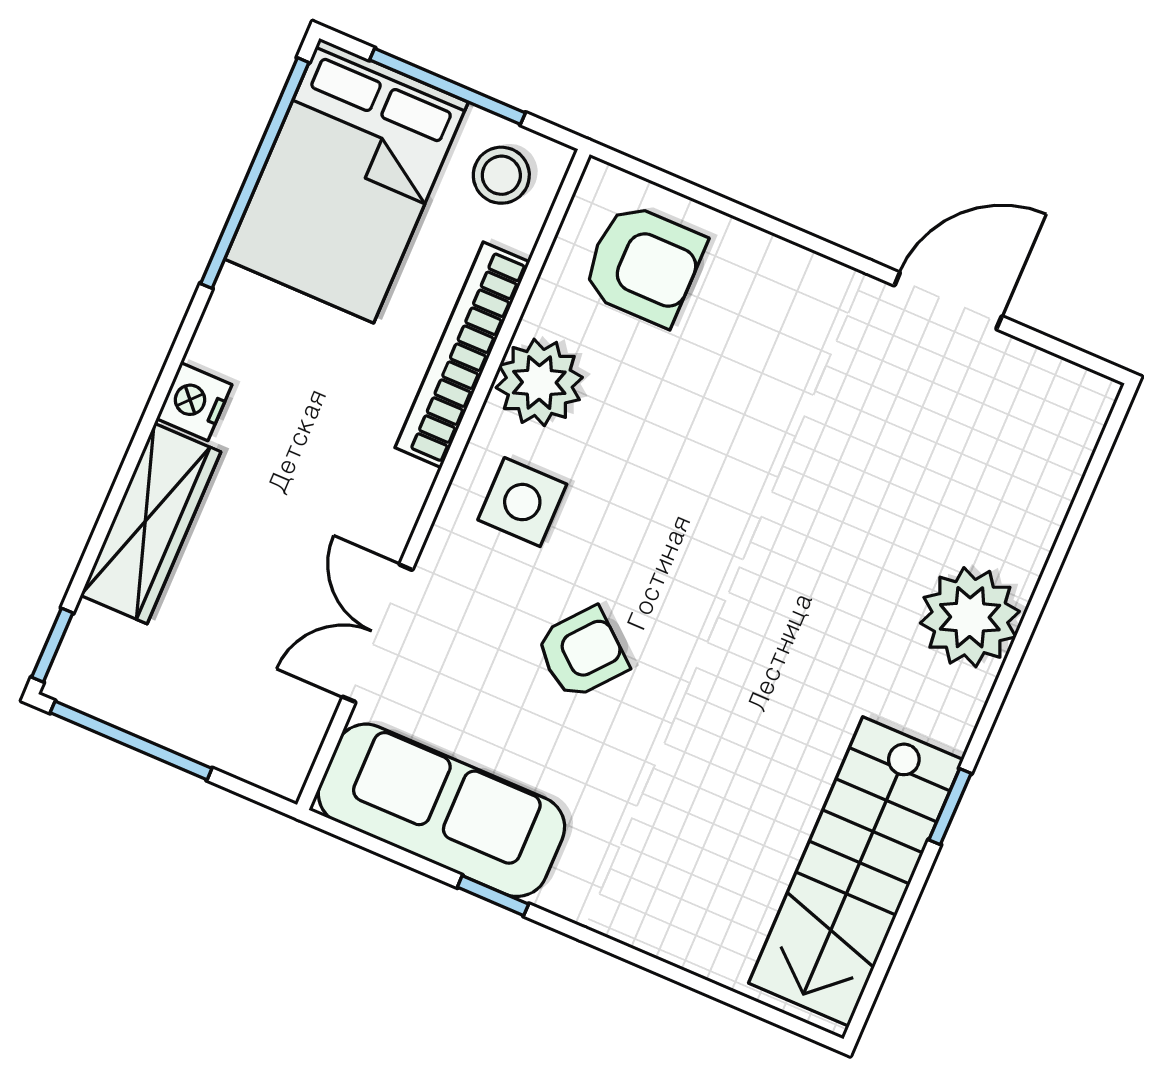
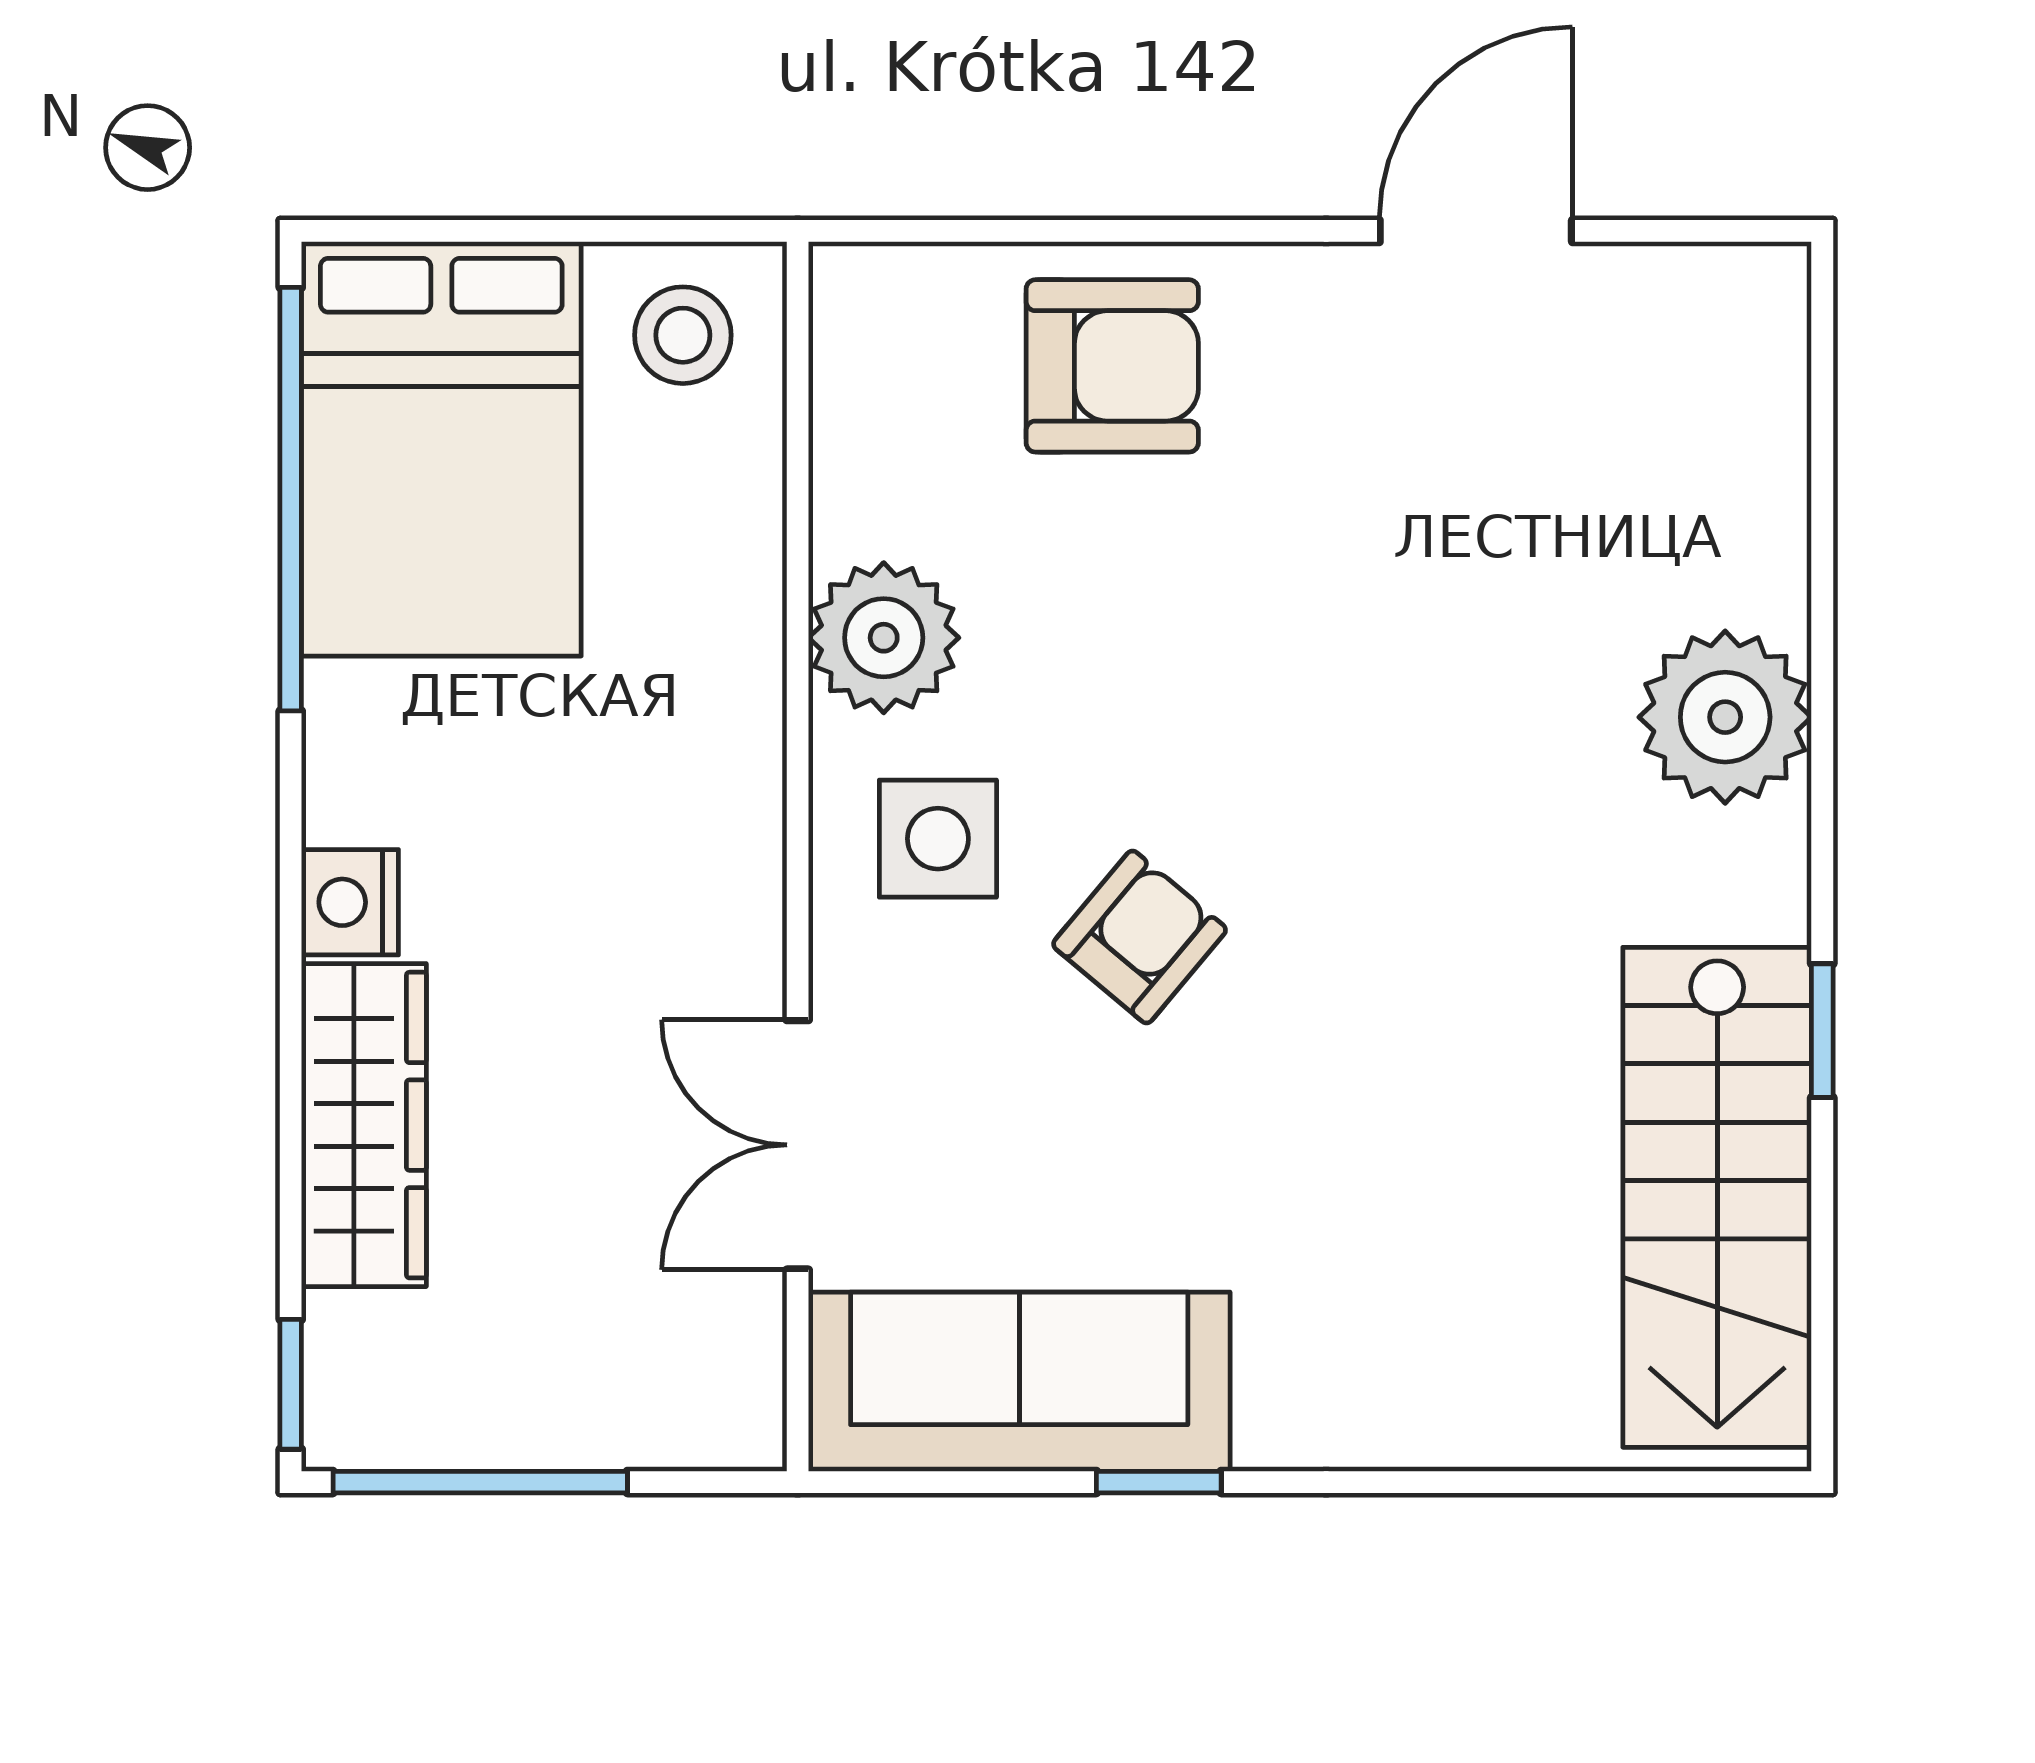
window: (448, 86) -> (537, 231), removed
armchair: (644, 264) -> (1112, 366), moved
bookcase: (462, 355) -> (743, 646), removed
armchair: (582, 653) -> (1140, 937), moved

